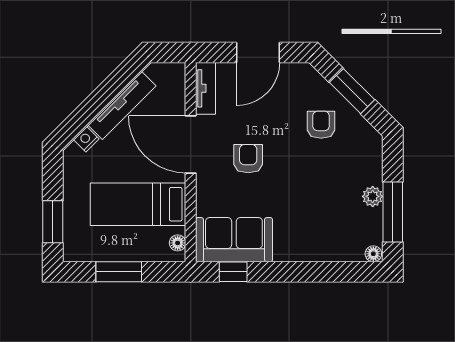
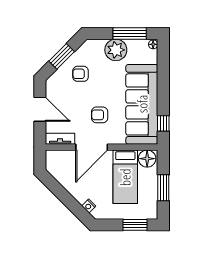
tv unit: (122, 106) -> (70, 186), removed
plant: (373, 196) -> (116, 50), width x1.88, depth x1.88
sofa: (234, 240) -> (142, 104), width x1.85, depth x1.27
floor lamp: (178, 243) -> (147, 159), width x1.89, depth x1.89

